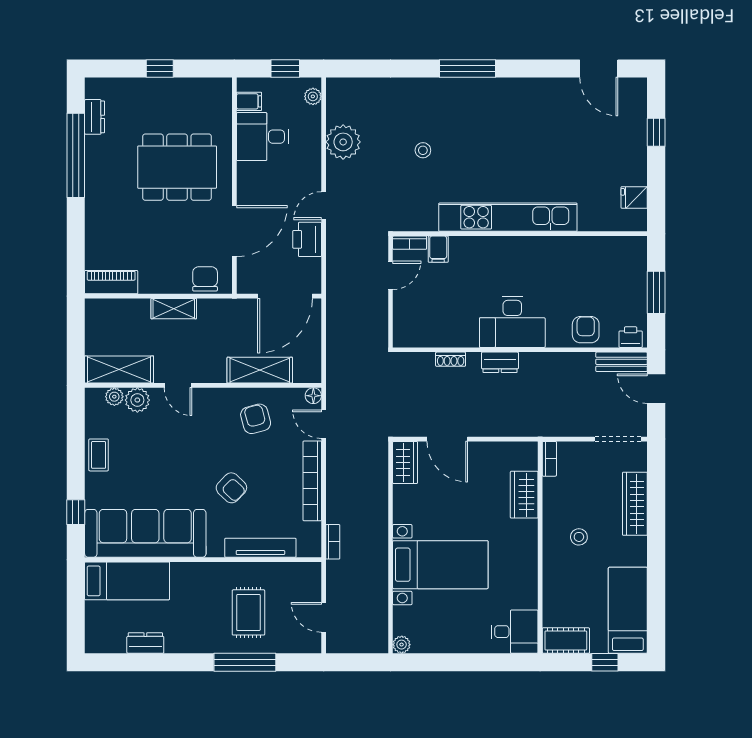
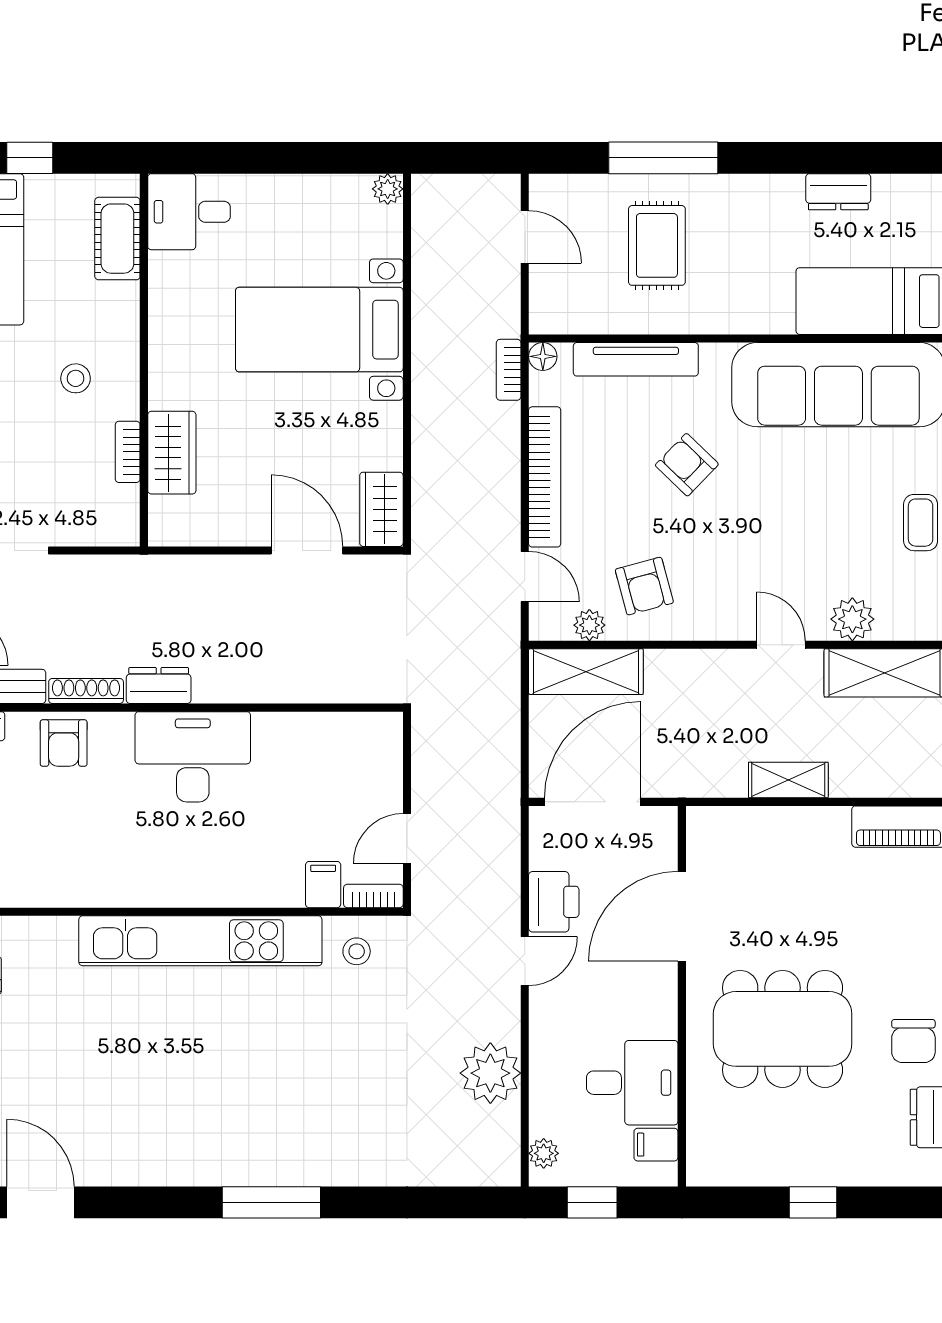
stool: (423, 150) -> (357, 951), moved
chair: (205, 279) -> (913, 1041), moved
shoe rack: (451, 359) -> (86, 691), moved, width x1.43
dresser: (500, 362) -> (159, 686), moved
shelving: (260, 370) -> (586, 672), moved
floor lamp: (313, 396) -> (543, 356), moved
plant: (114, 397) -> (589, 625), moved
bookcase: (549, 459) -> (128, 452), moved
cot: (566, 641) -> (117, 239), moved, turned 90

